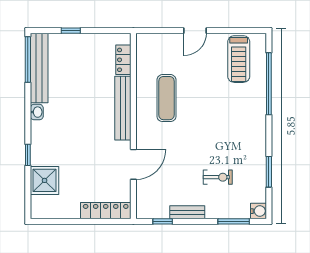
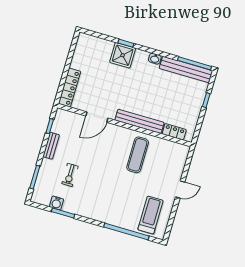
door: (195, 31) -> (180, 190), swing flipped
treadmill: (239, 59) -> (150, 215), turned 90
exercise mat: (166, 98) -> (138, 155), turned 90
door: (133, 164) -> (97, 117), hinge flipped
shower: (45, 180) -> (123, 55), moved
water cooler: (259, 211) -> (56, 203), moved

